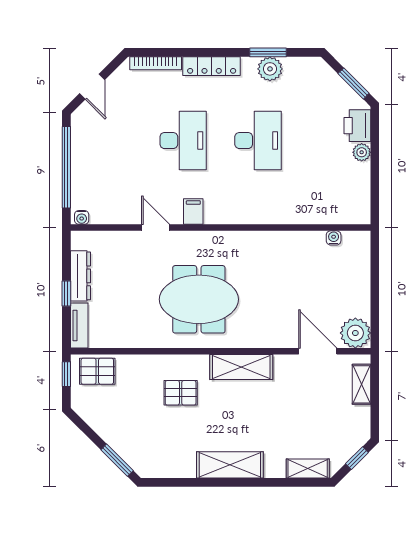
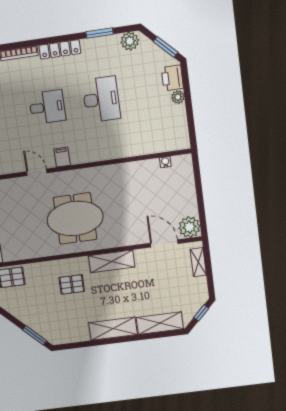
plant: (270, 69) -> (130, 41), moved
desk: (183, 141) -> (47, 107), width x0.73
shelving: (308, 469) -> (160, 323), width x1.50, depth x1.33

